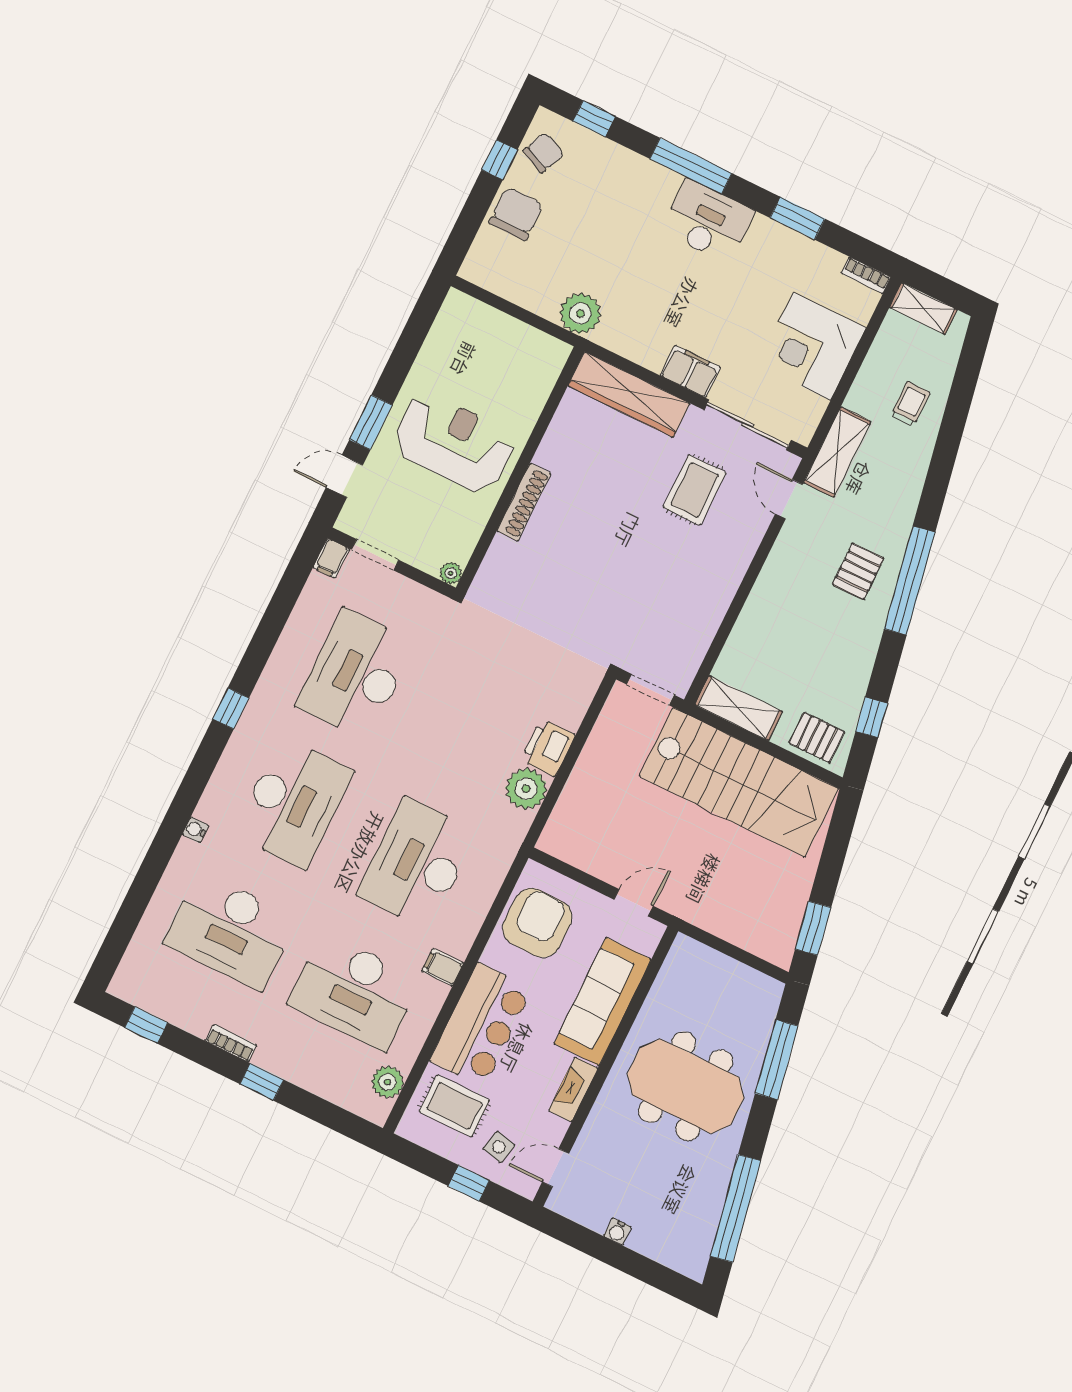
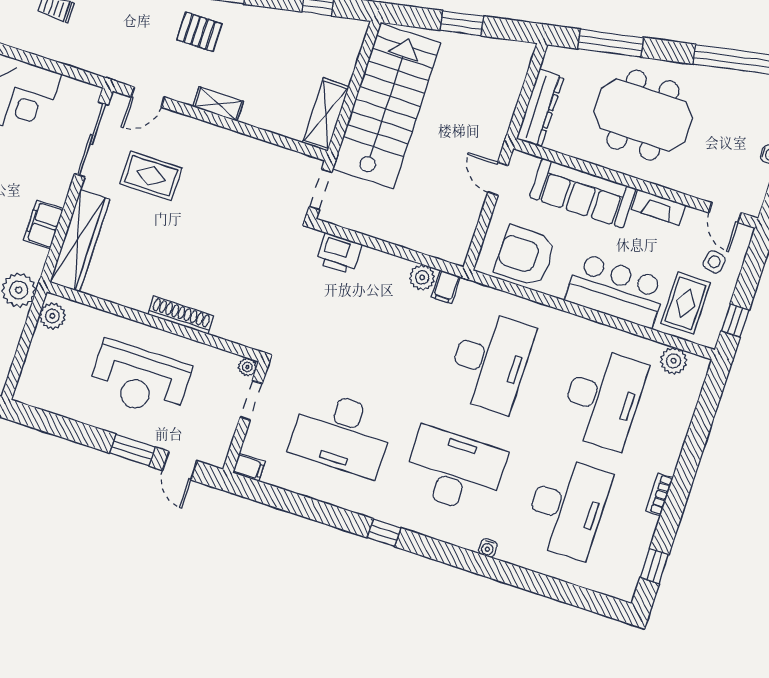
plant: (544, 349) -> (52, 316), added
filing cabinet: (690, 371) -> (43, 224), moved
reception desk: (454, 443) -> (140, 379), turned -90
shelving: (837, 452) -> (218, 104), moved, width x0.67, depth x0.75
doorway: (375, 555) -> (251, 400), moved
pallet: (817, 738) -> (341, 47), removed
printer: (548, 748) -> (339, 254), moved
plant: (526, 789) -> (422, 277), width x0.73, depth x0.73
desk: (417, 863) -> (490, 362), turned -90
window: (813, 928) -> (462, 23), moved
dresser: (711, 965) -> (540, 108), added
filing cabinet: (443, 967) -> (446, 287), moved
window: (262, 1082) -> (688, 465), removed
meeting table: (686, 1086) -> (643, 115), turned 90
window: (469, 1183) -> (735, 320), moved

